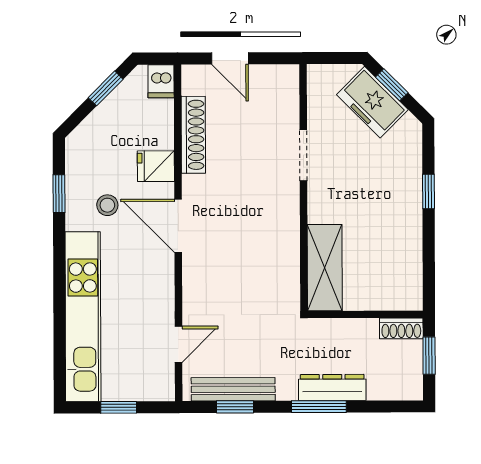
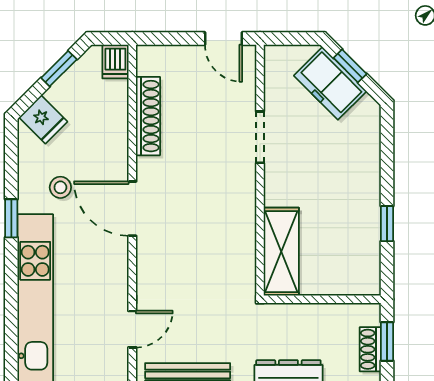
door: (230, 58) -> (223, 38), moved
fridge: (156, 166) -> (43, 119), moved, turned -135
window: (428, 192) -> (387, 224), moved
window: (59, 194) -> (11, 218), moved
shoe rack: (401, 328) -> (370, 349), moved, turned 90

